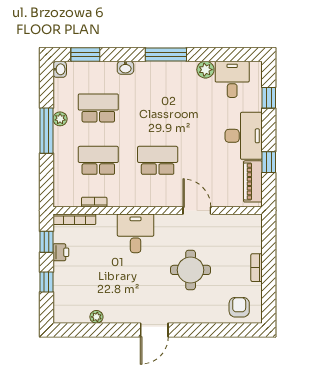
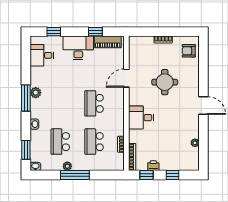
plant: (205, 70) -> (36, 93), moved

